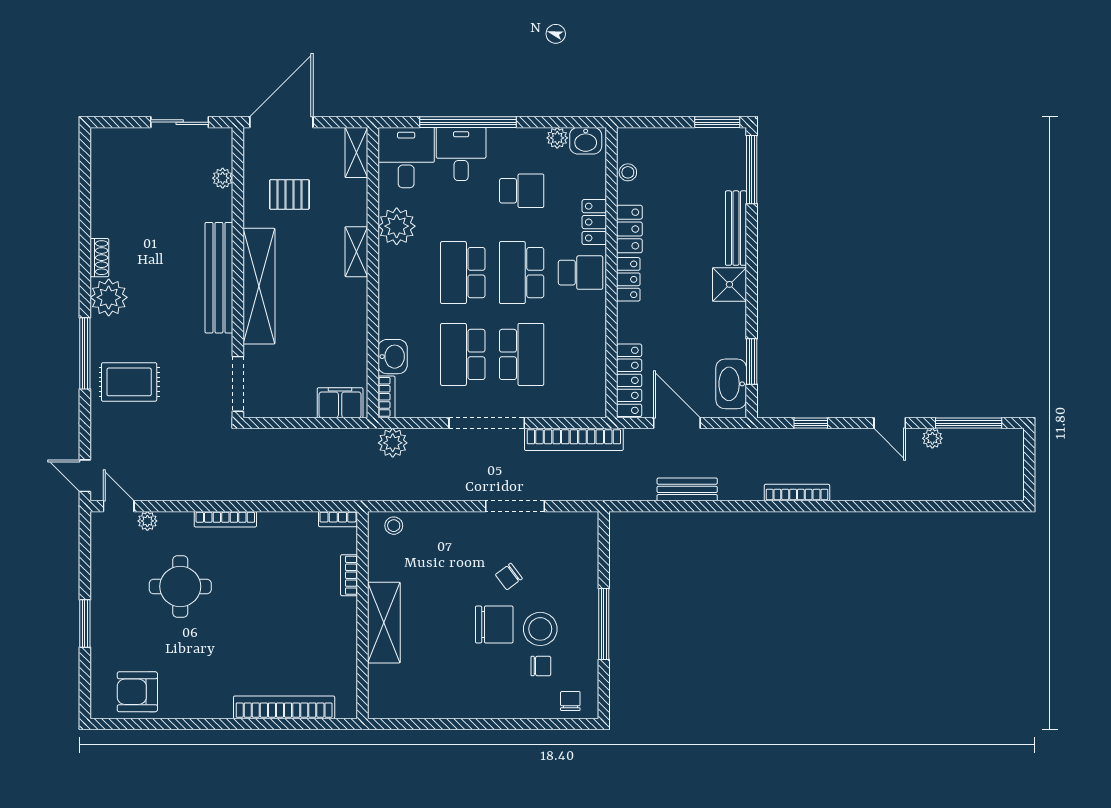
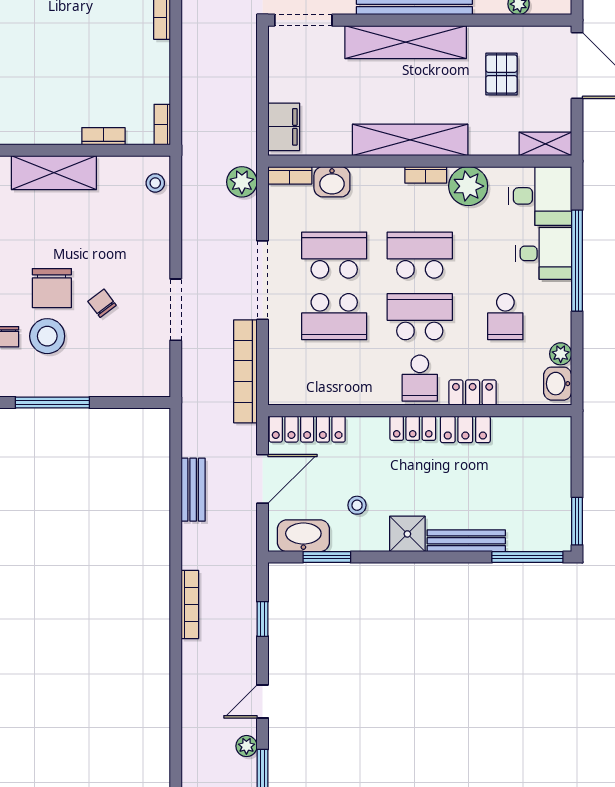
stool: (628, 172) -> (357, 505), moved
shelving: (356, 252) -> (410, 140), width x2.20, depth x1.33
bookcase: (386, 267) -> (426, 175), added

